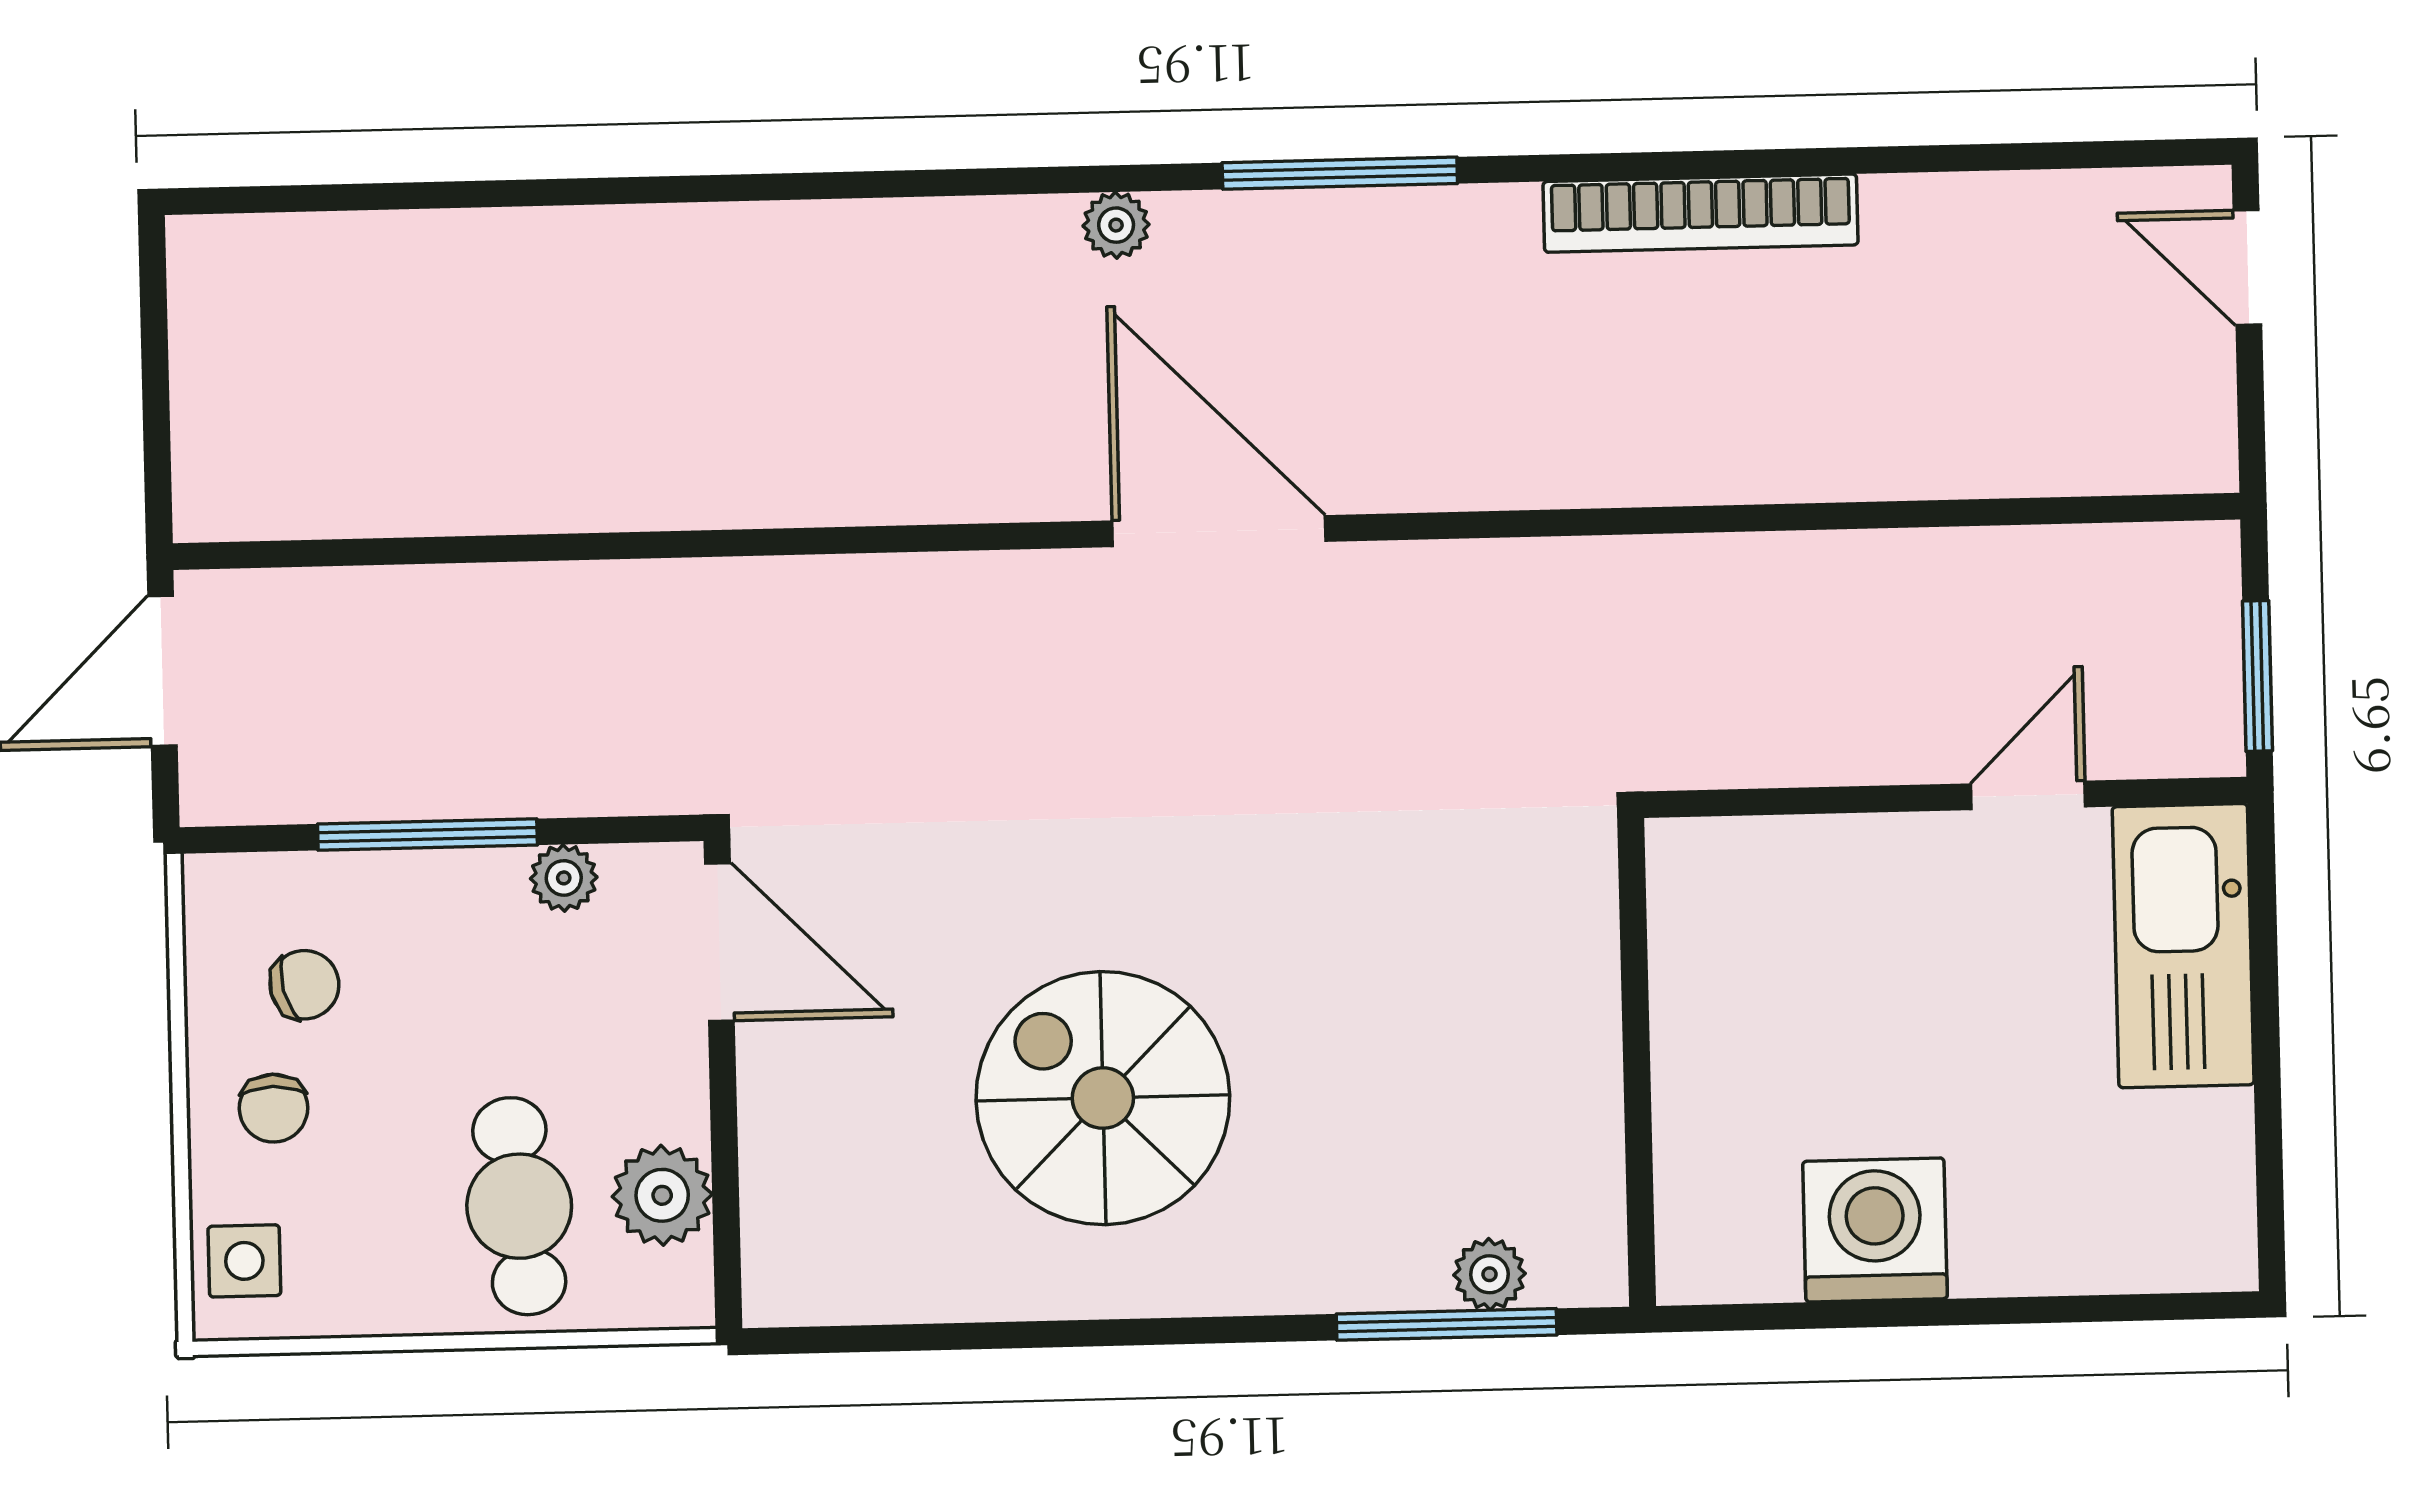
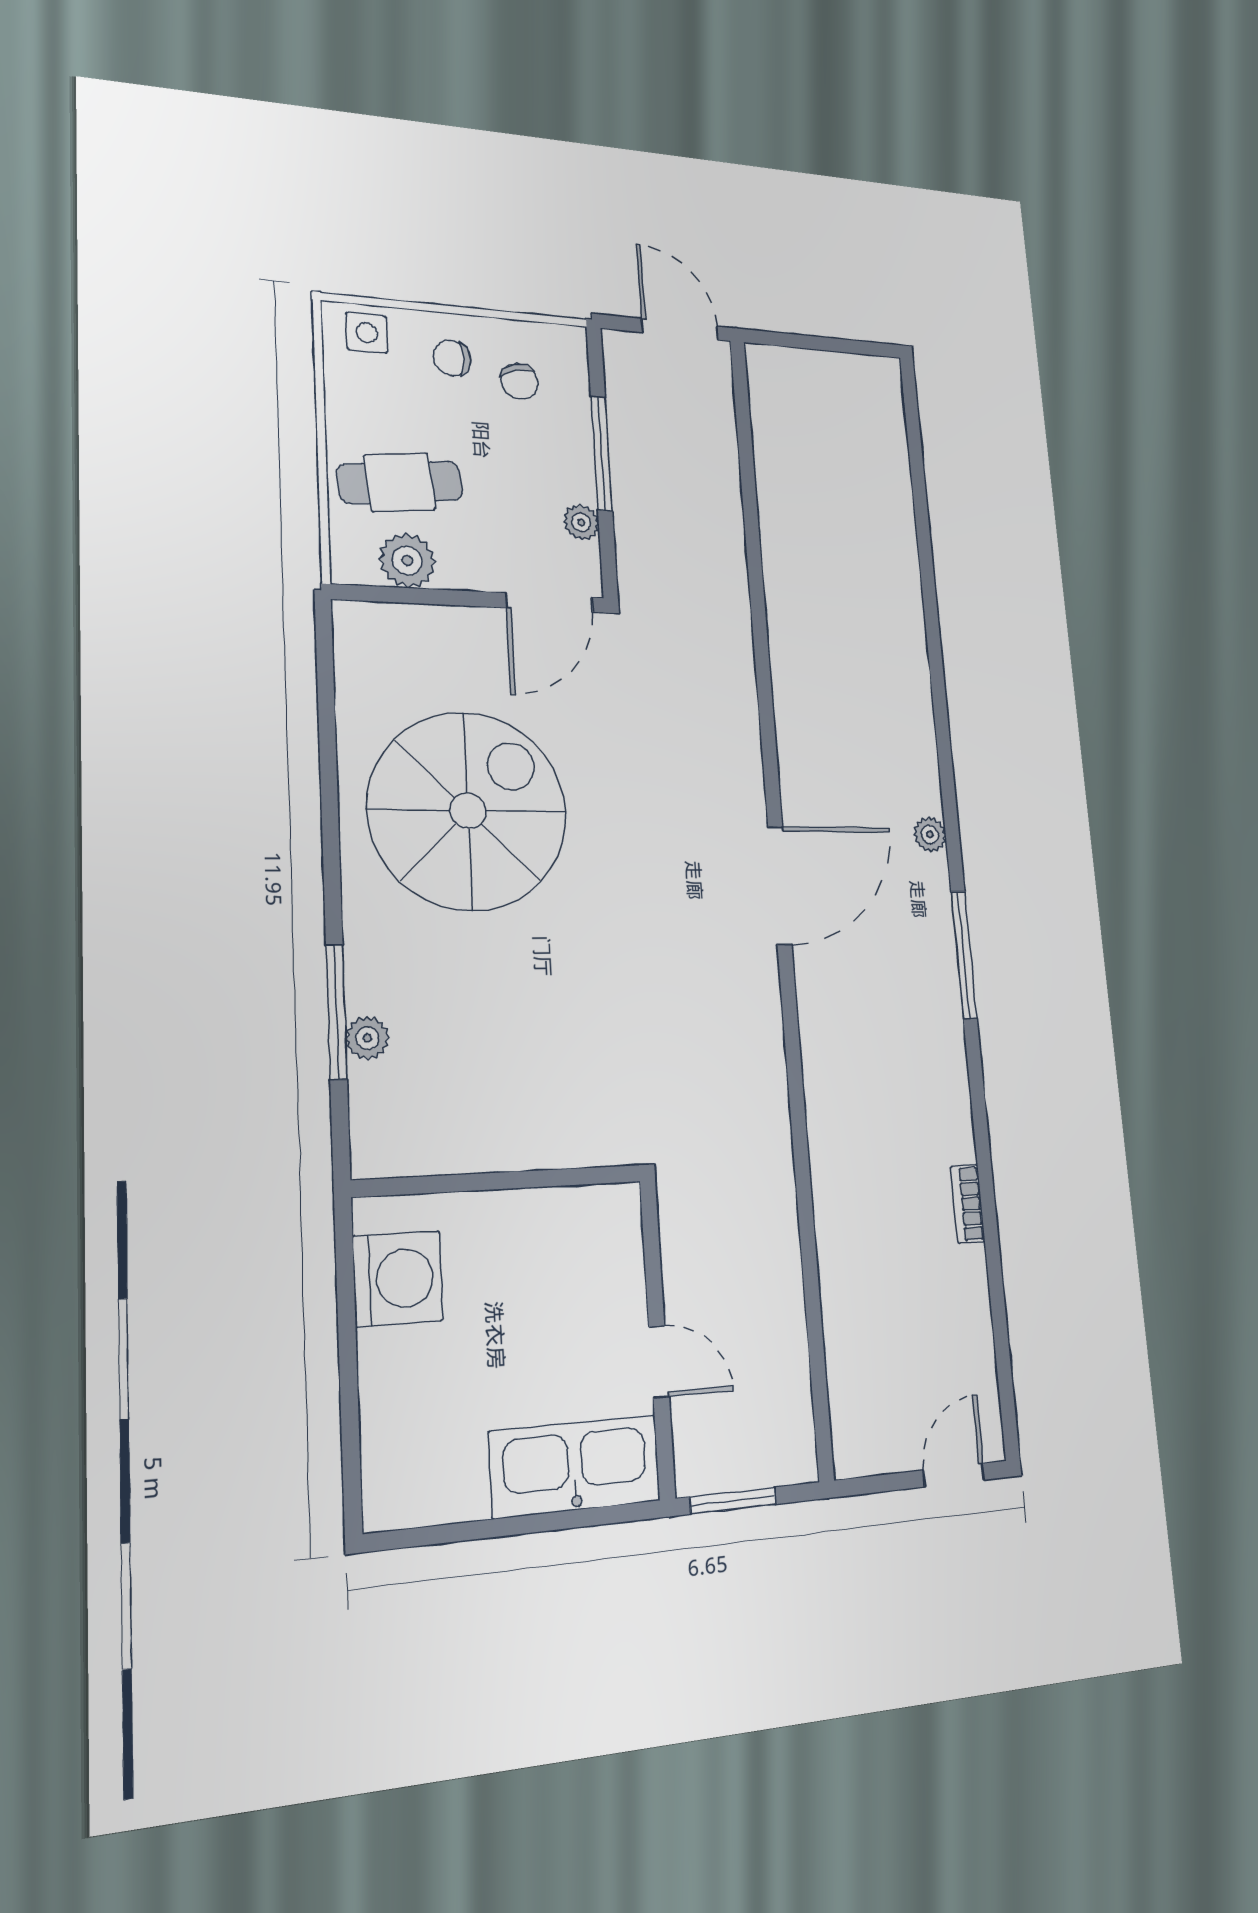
bookcase: (1701, 213) -> (968, 1204), width x0.43, depth x0.76
wall: (1637, 1062) -> (499, 1181), moved
spiral stairs: (1103, 1098) -> (468, 811), width x1.37, depth x1.37

